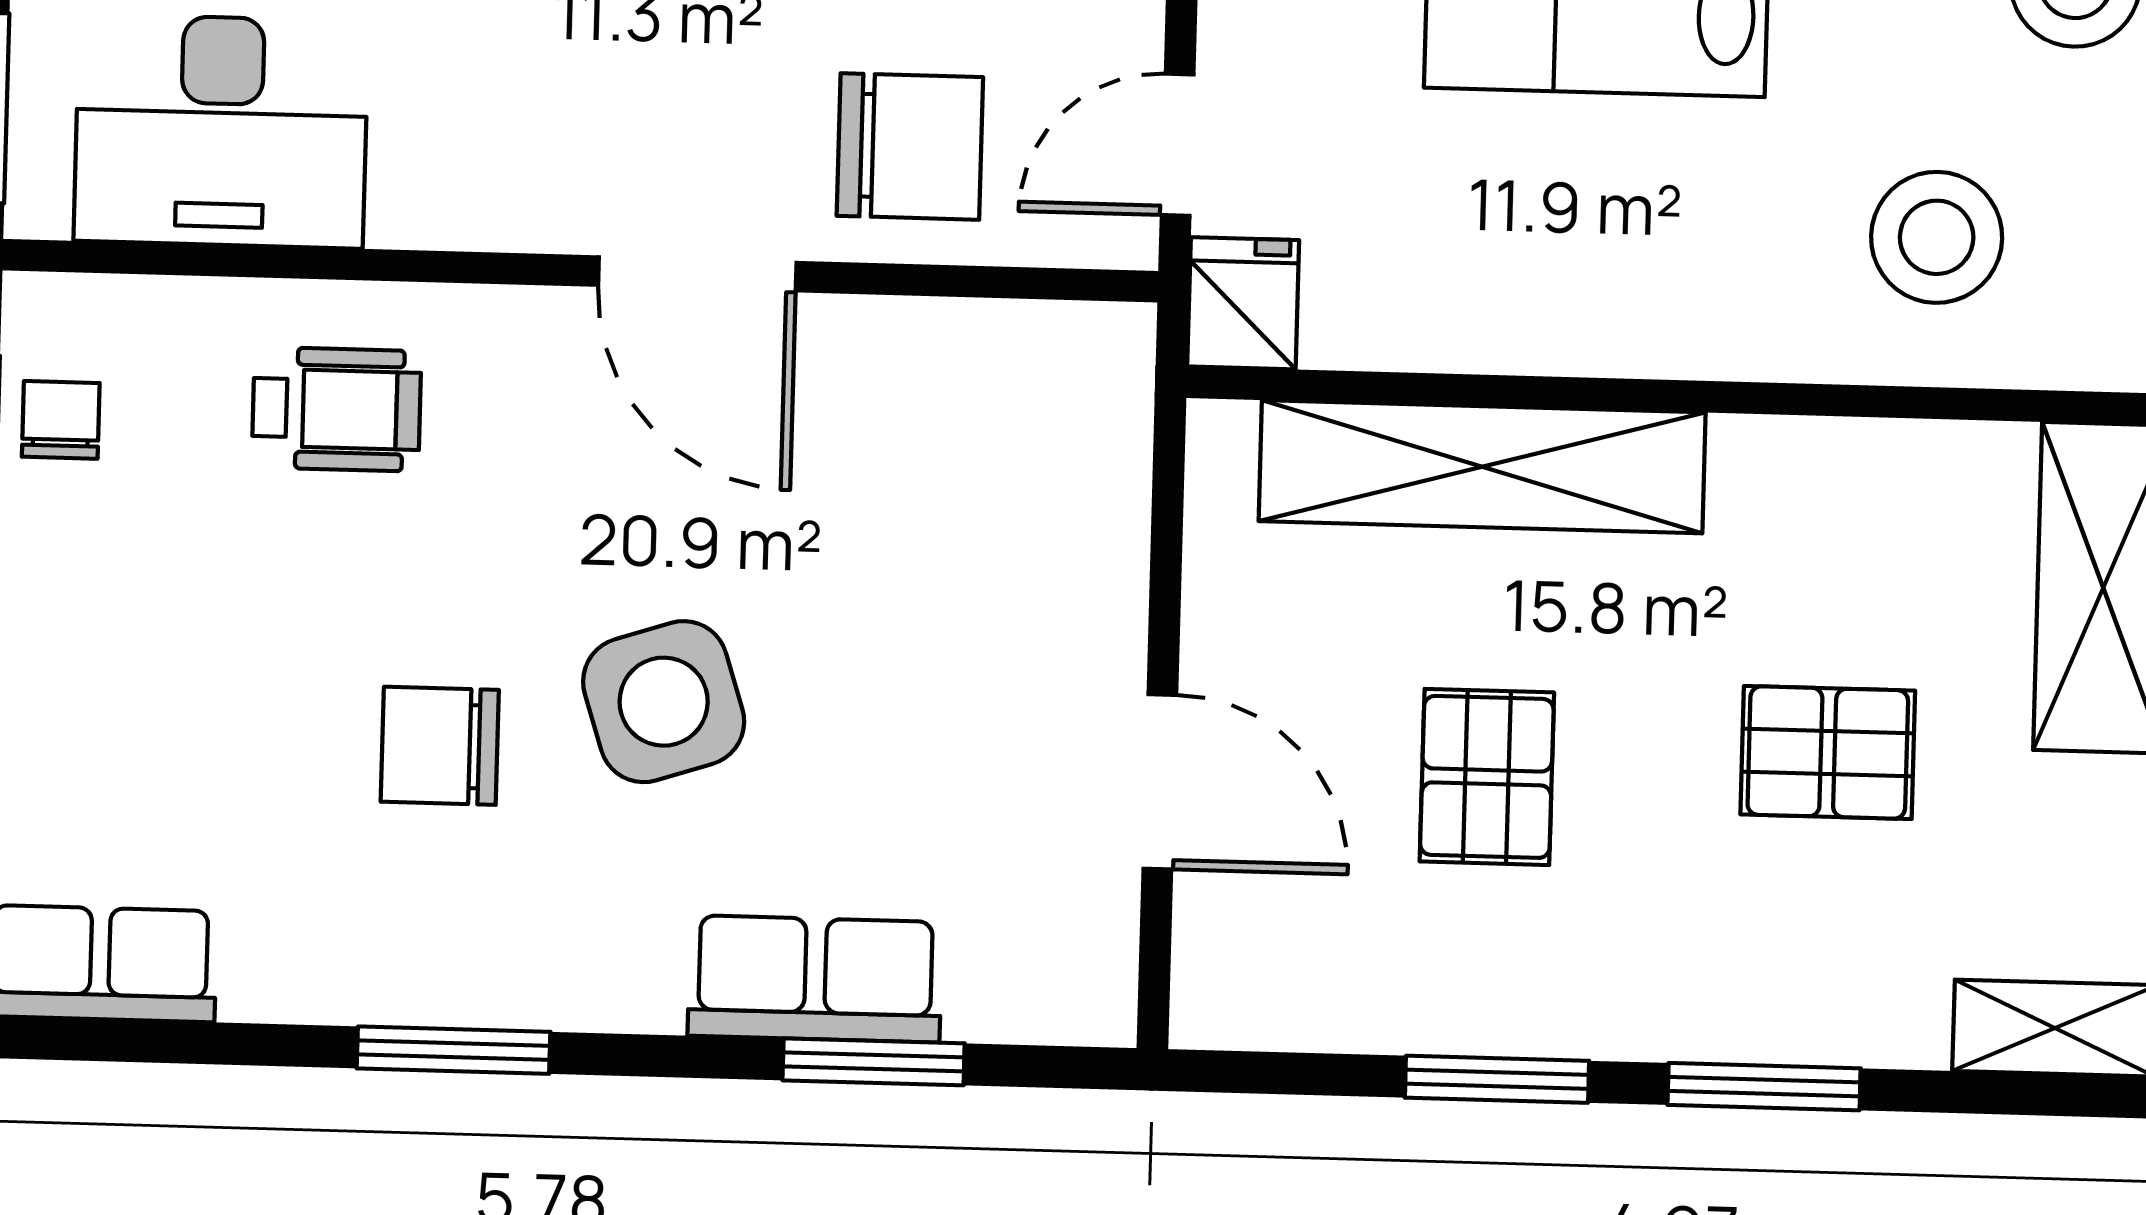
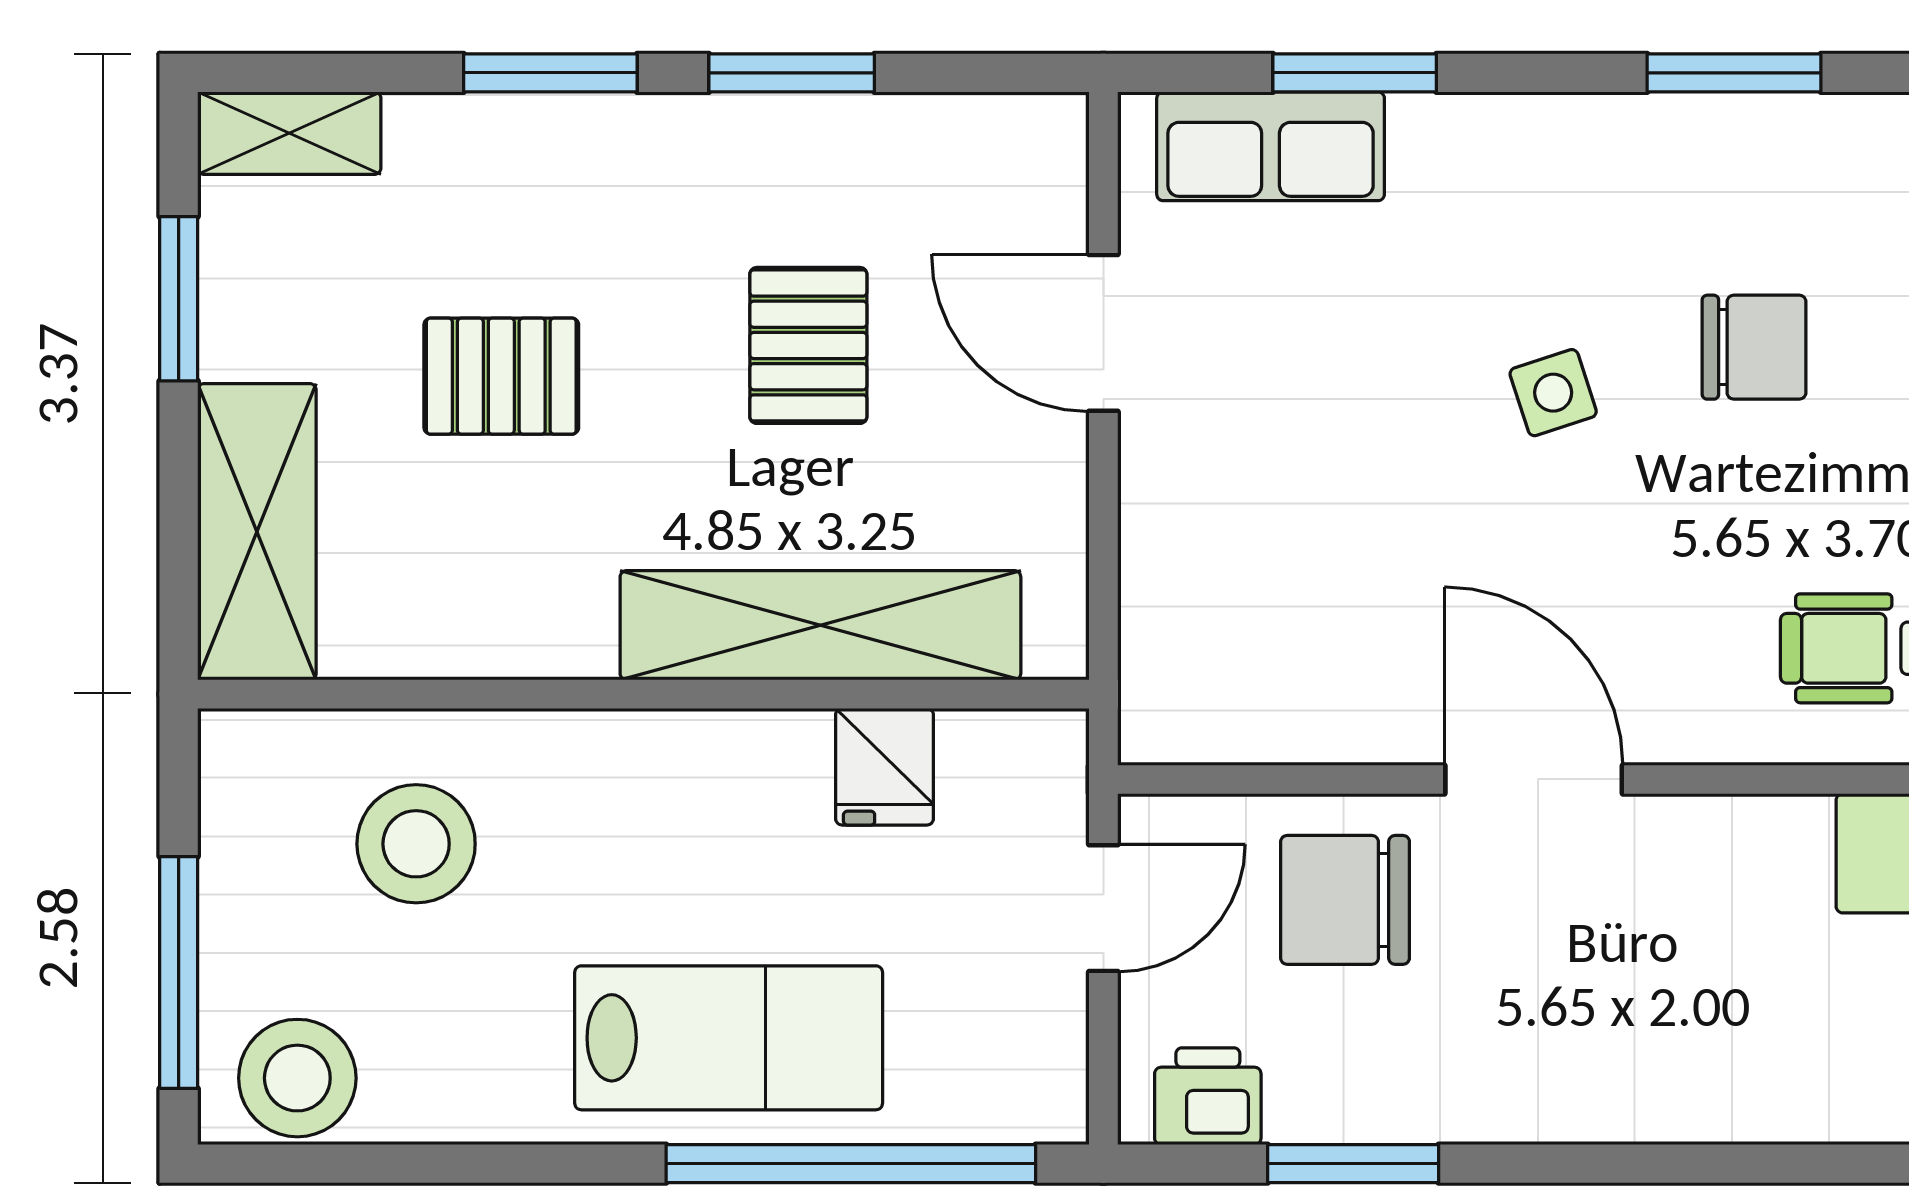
fridge: (1243, 303) -> (885, 767), moved
side table: (664, 702) -> (1553, 393), width x0.54, depth x0.54
row of seats: (815, 979) -> (1271, 146), moved

